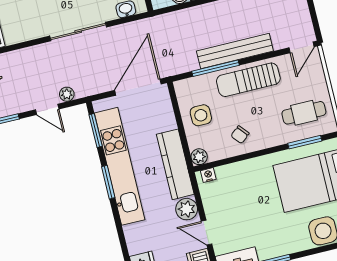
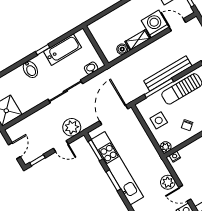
plant: (67, 94) -> (72, 127), width x1.88, depth x1.88
kitchen counter: (175, 164) -> (152, 156), removed

